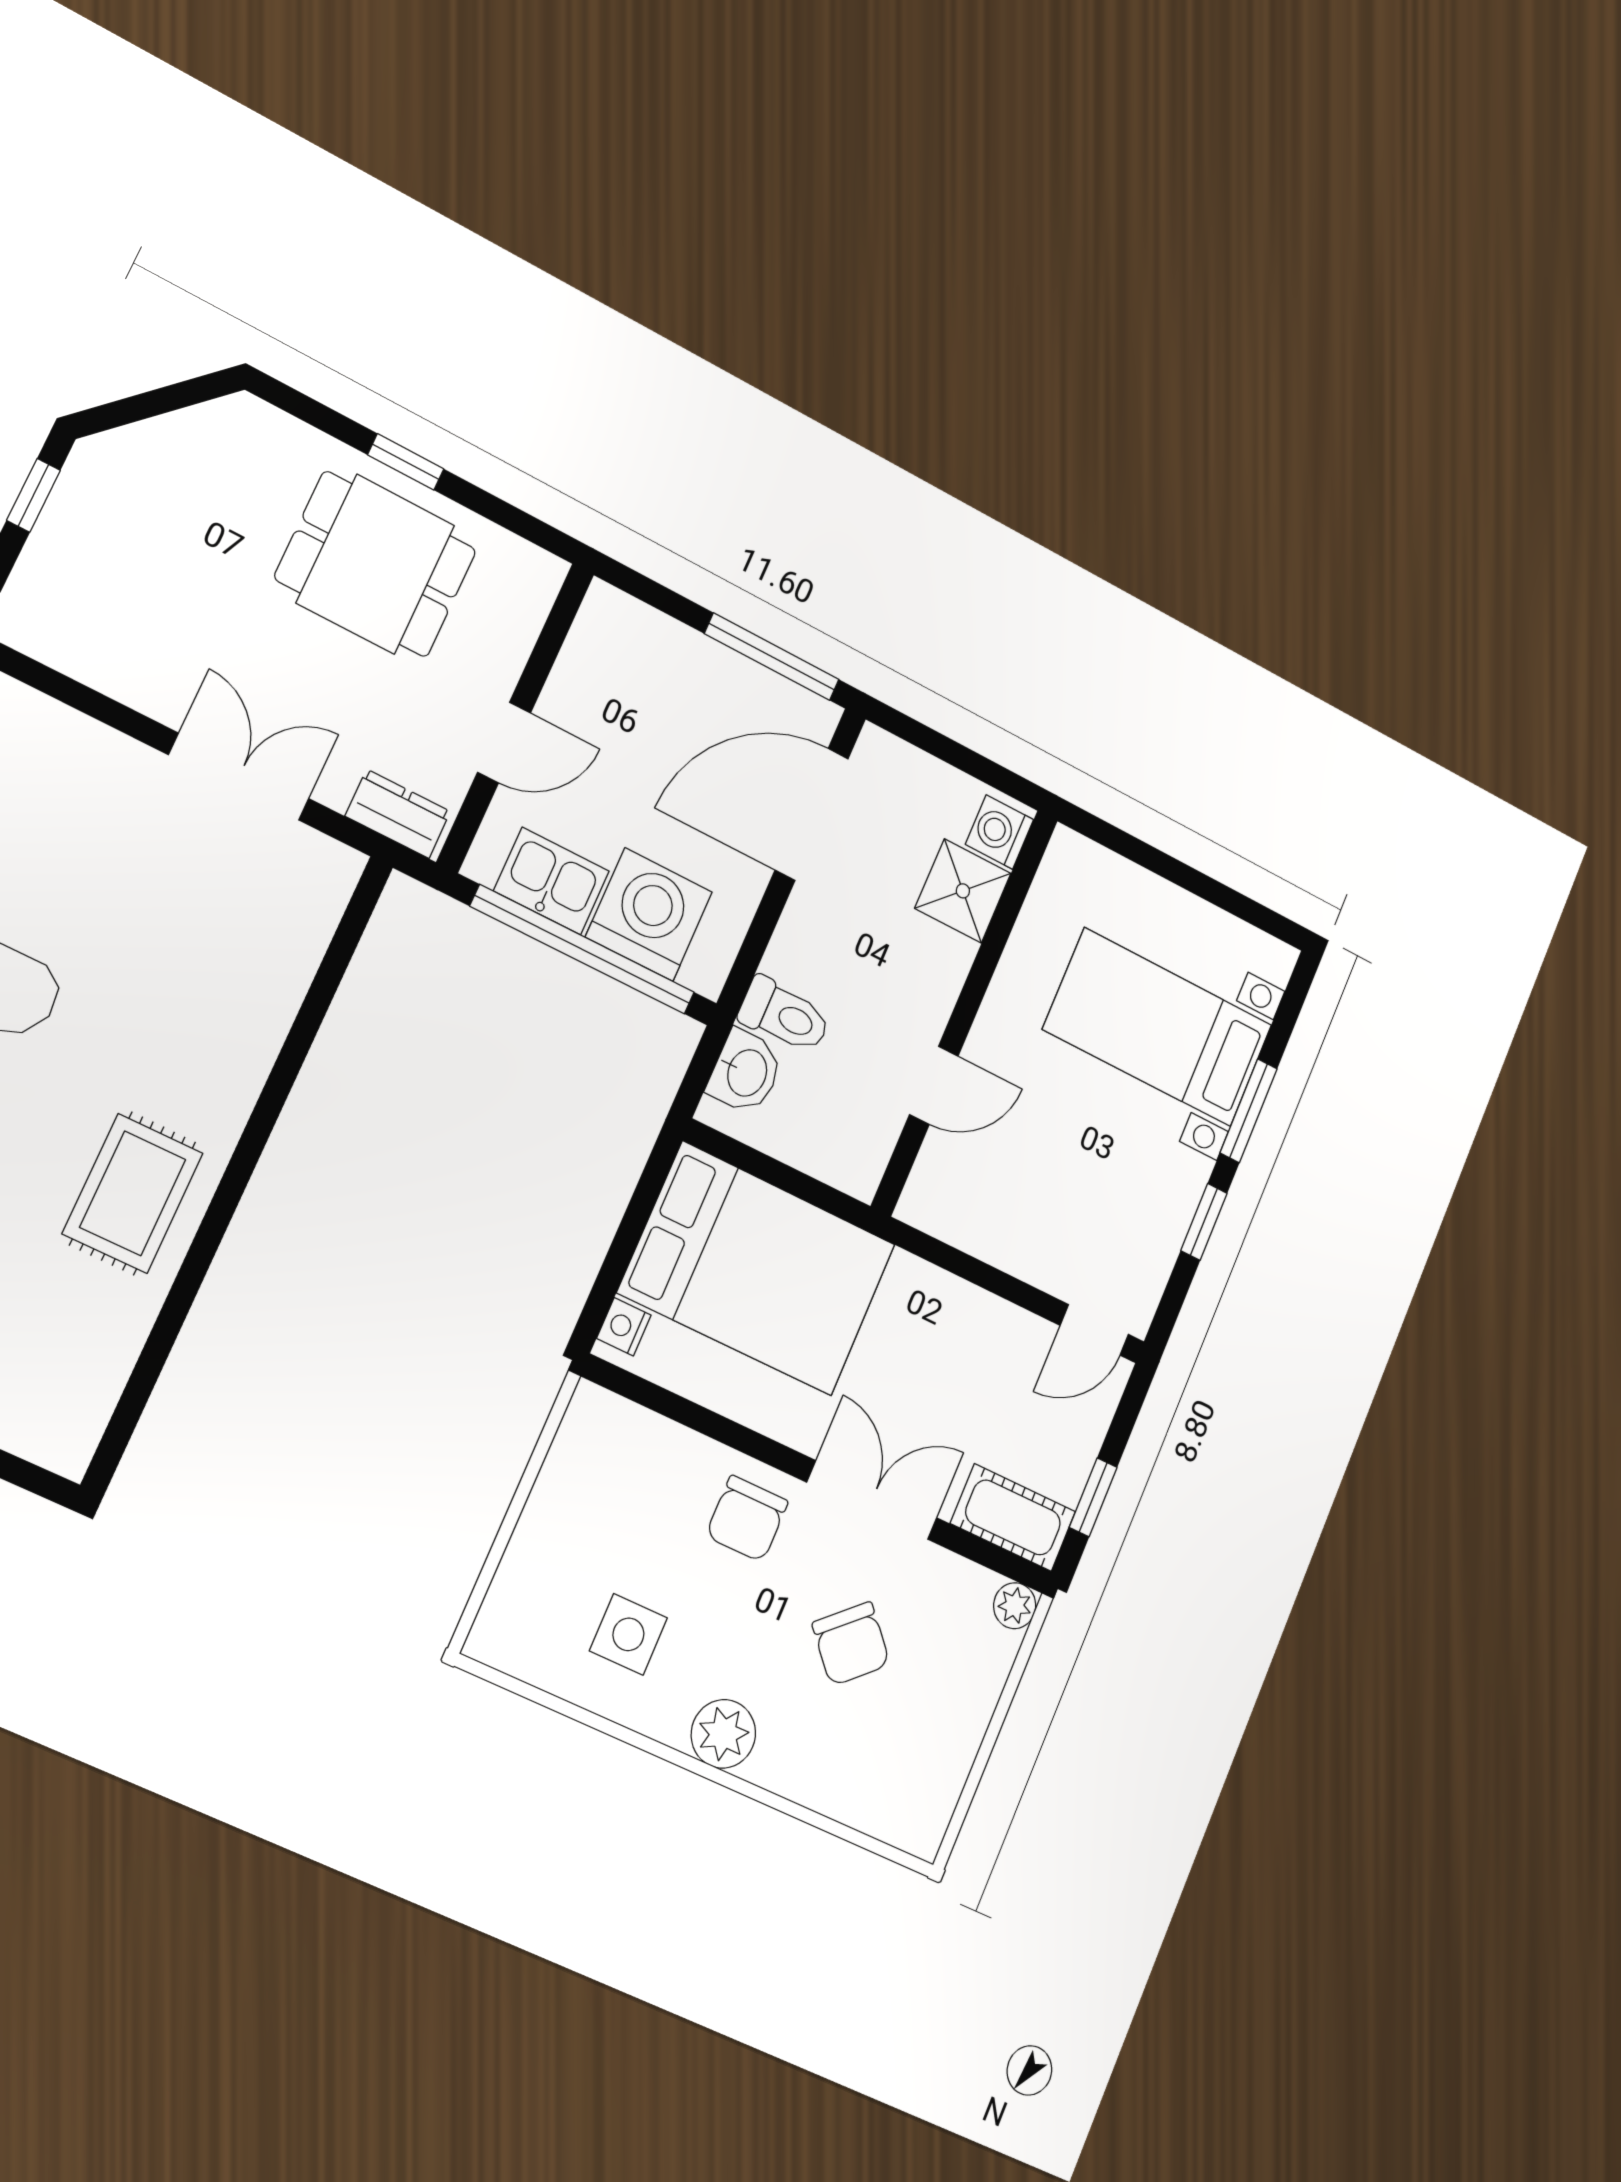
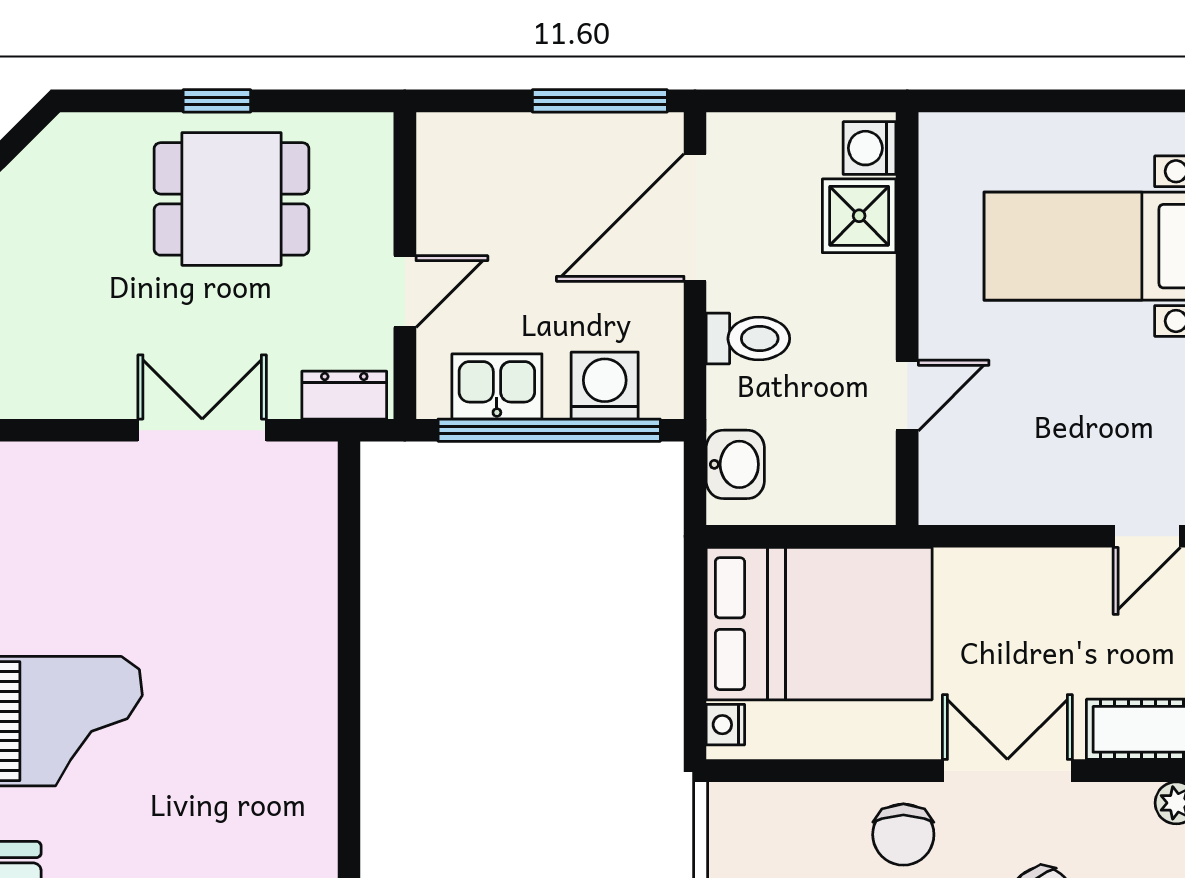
washing machine: (649, 914) -> (605, 386), width x0.73, depth x0.73
toilet: (785, 1015) -> (748, 339), moved
rug: (133, 1193) -> (273, 804), removed

